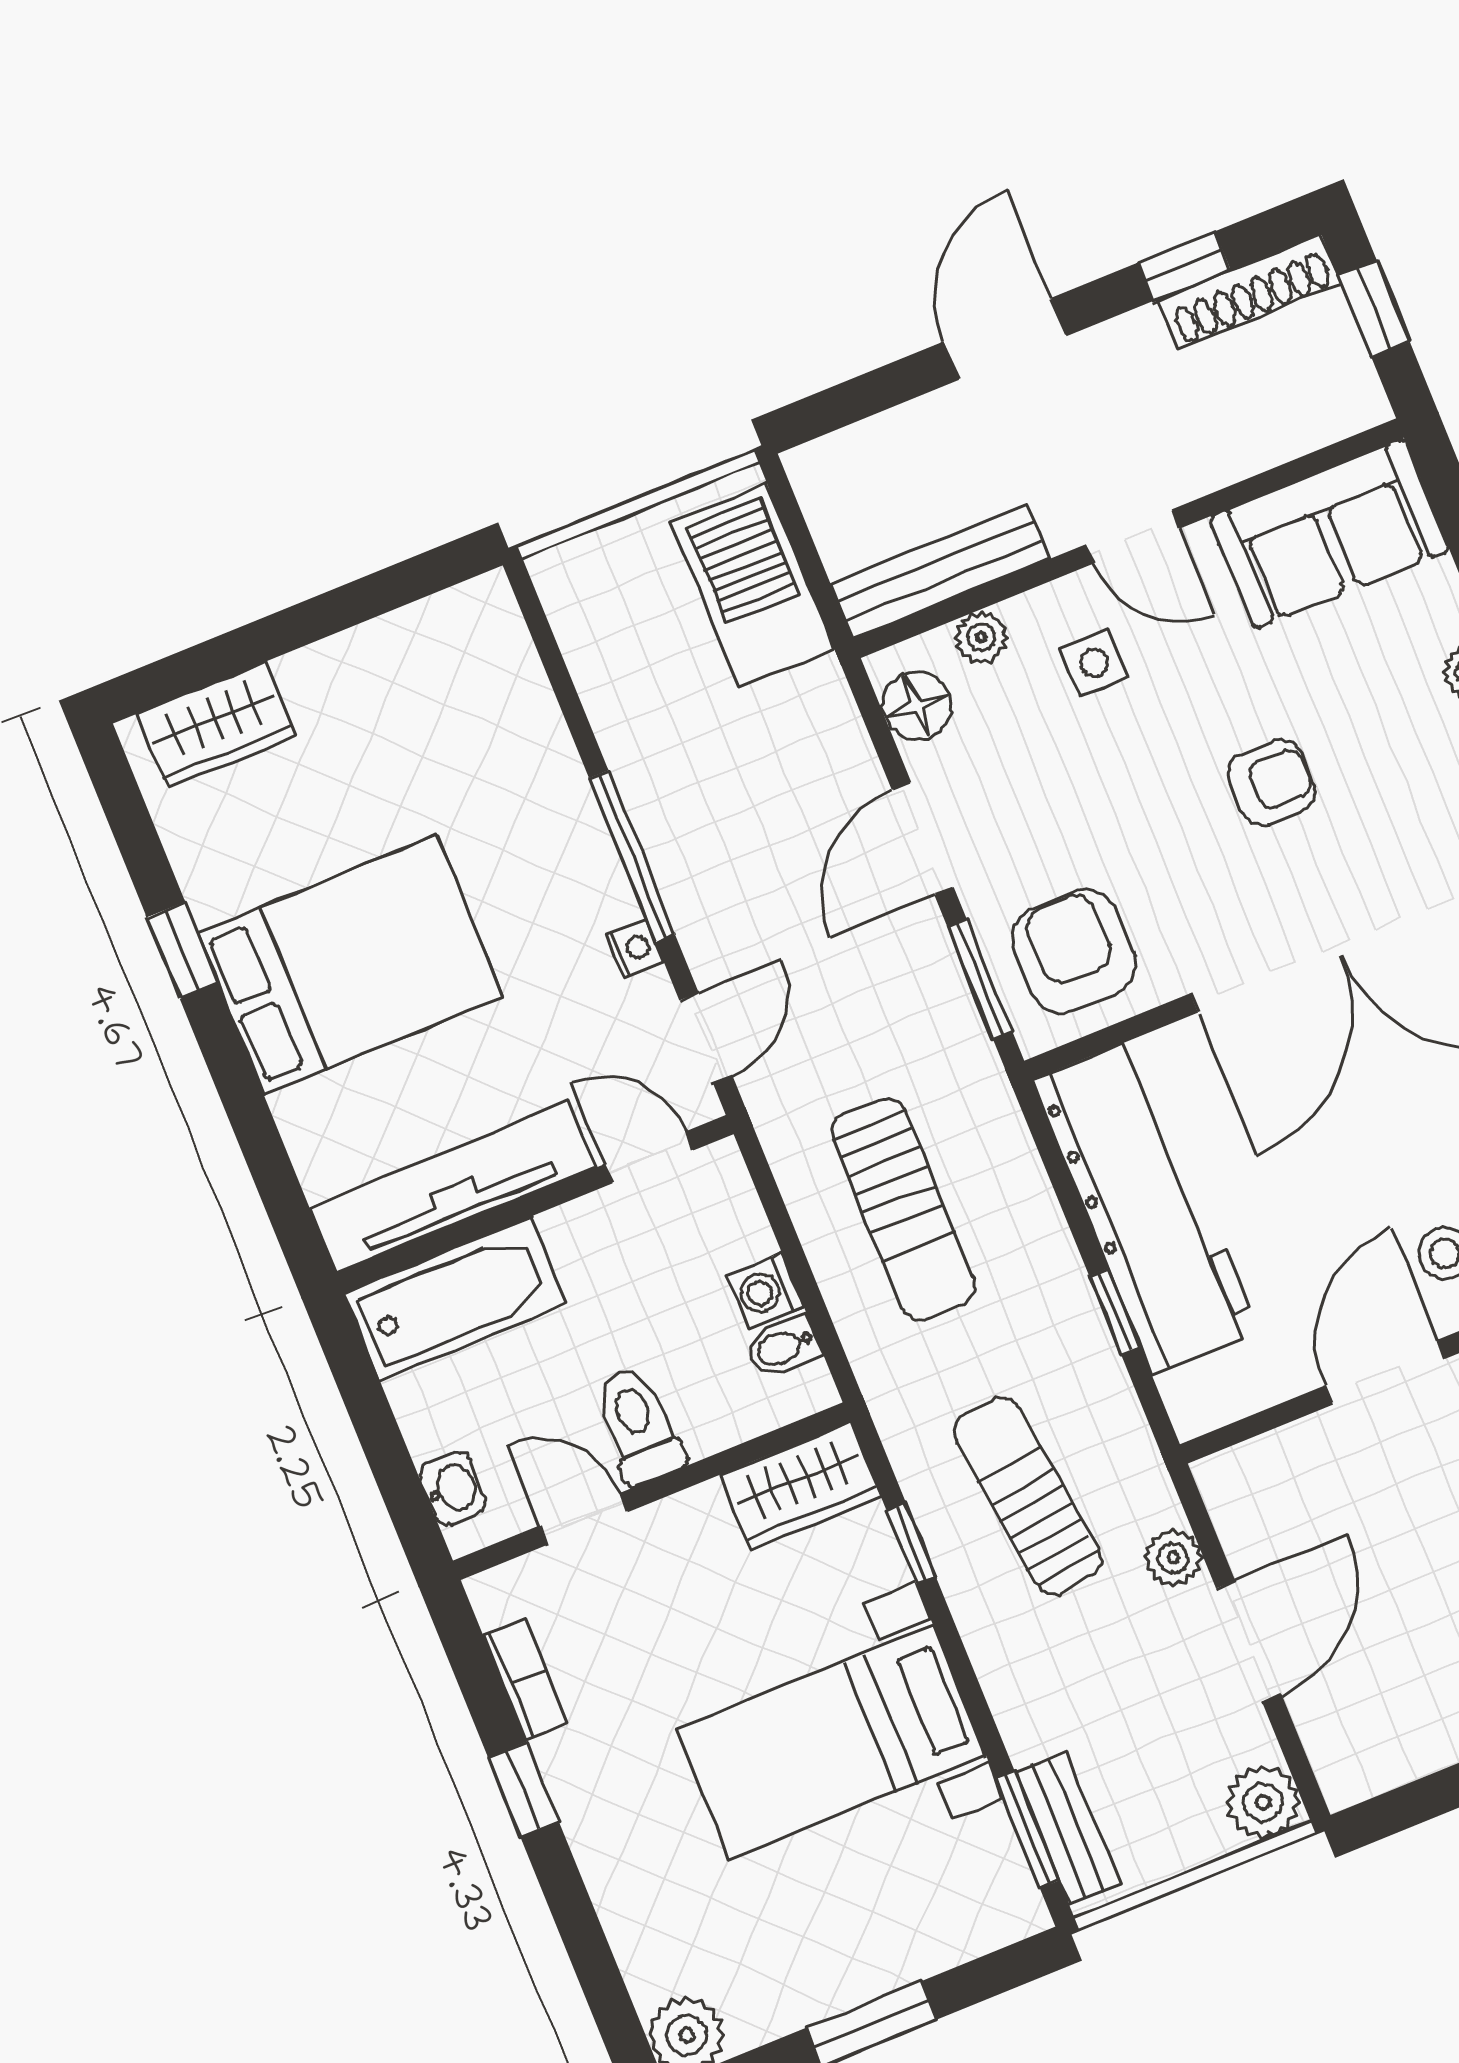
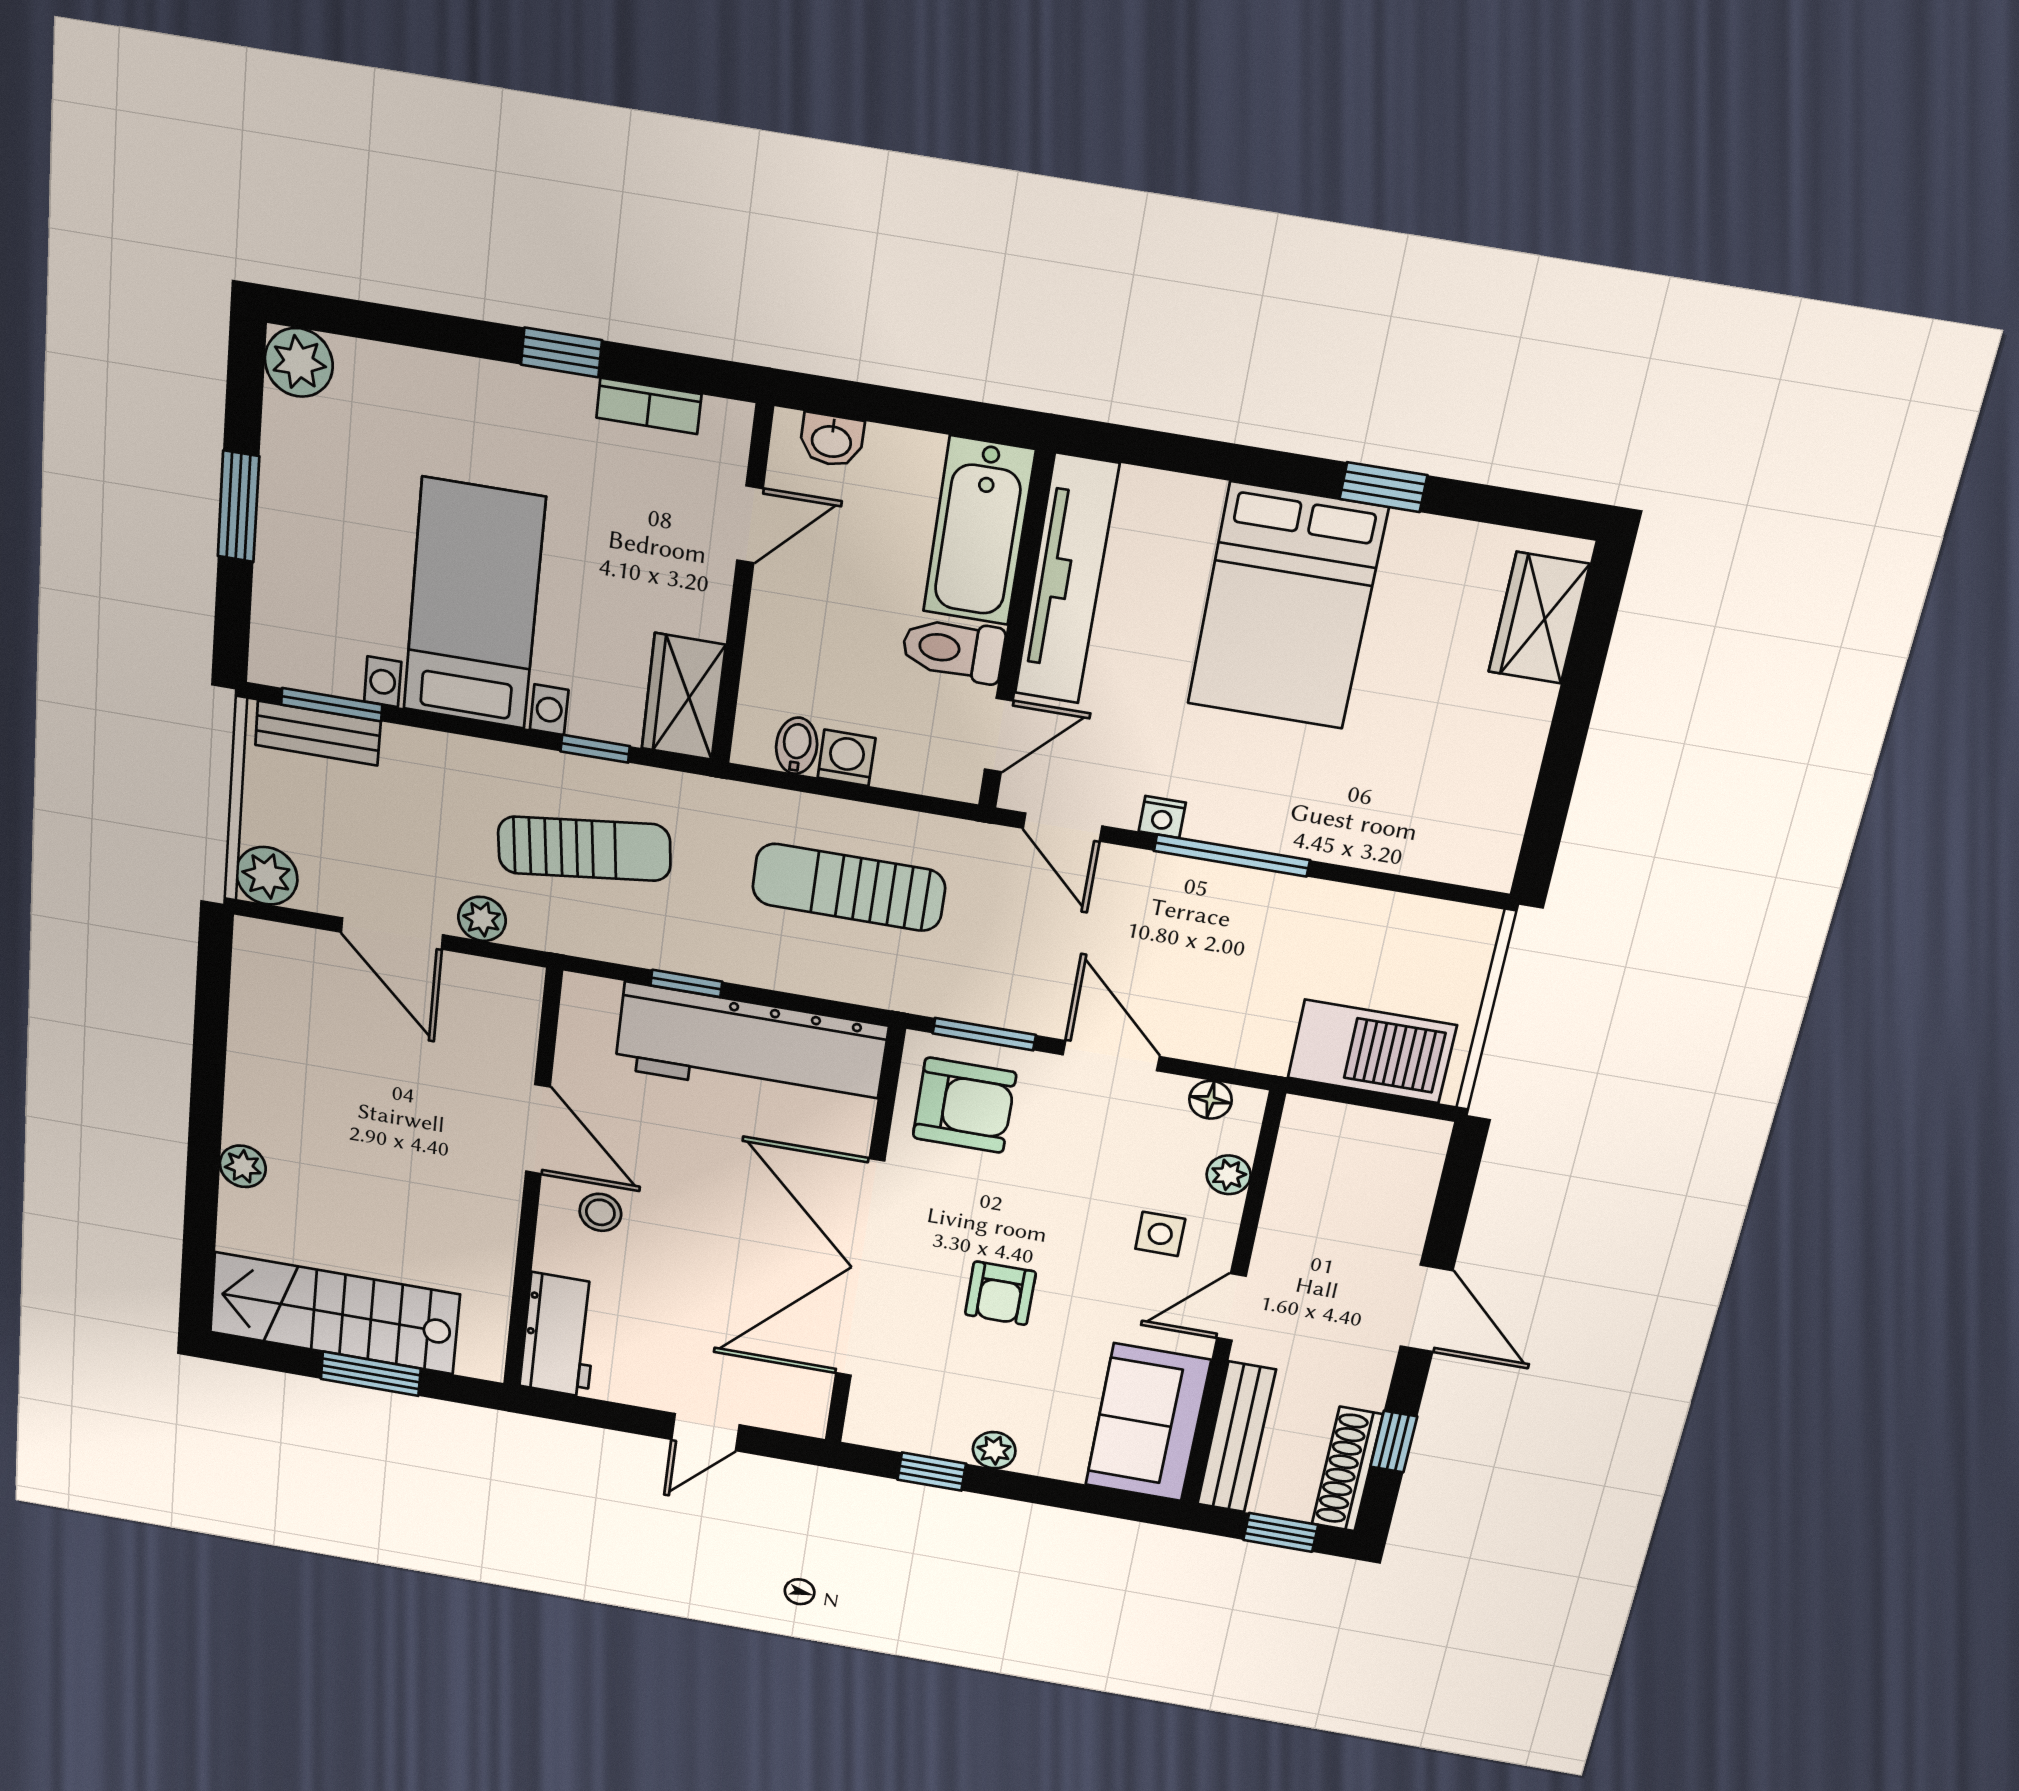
bench: (940, 571) -> (1236, 1437), moved
floor lamp: (917, 706) -> (1210, 1100), width x0.73, depth x0.73
toilet: (638, 1425) -> (953, 650), moved, turned 180

